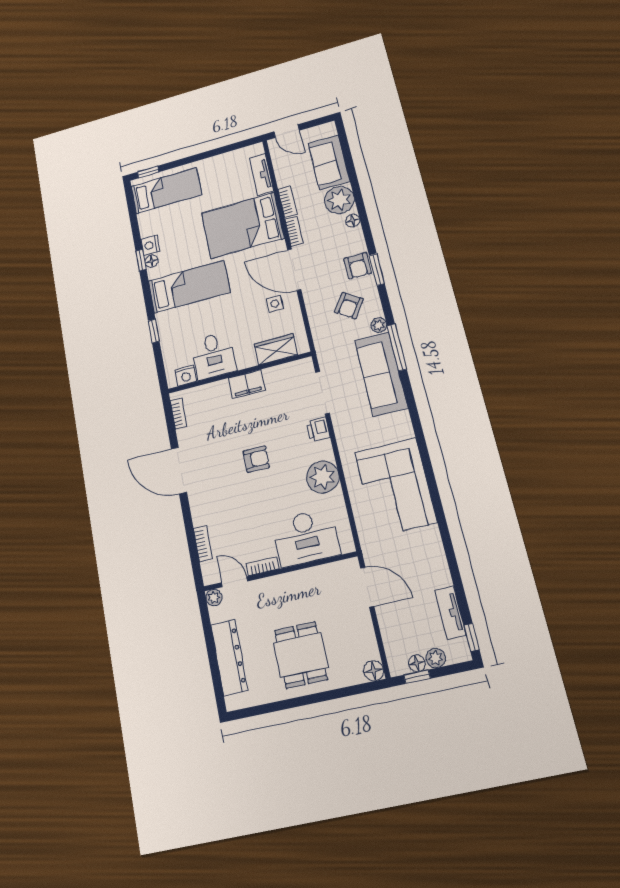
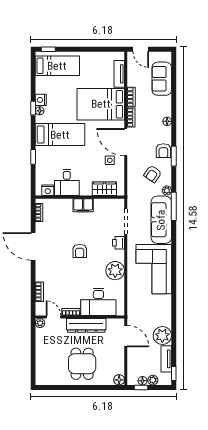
plant: (339, 200) -> (162, 336), moved
armchair: (256, 459) -> (80, 251), turned 90
corner sofa: (395, 487) -> (154, 269), moved
dresser: (229, 657) -> (86, 325), moved, turned 90

